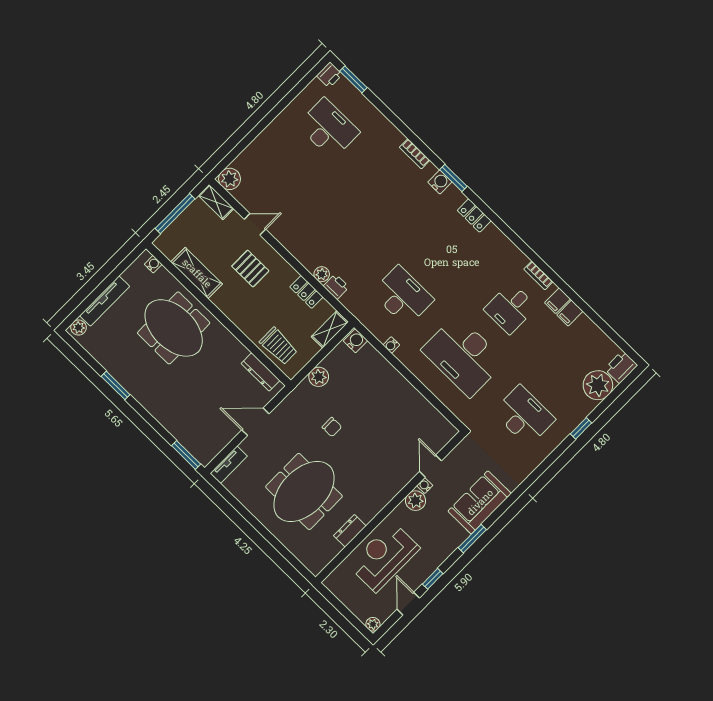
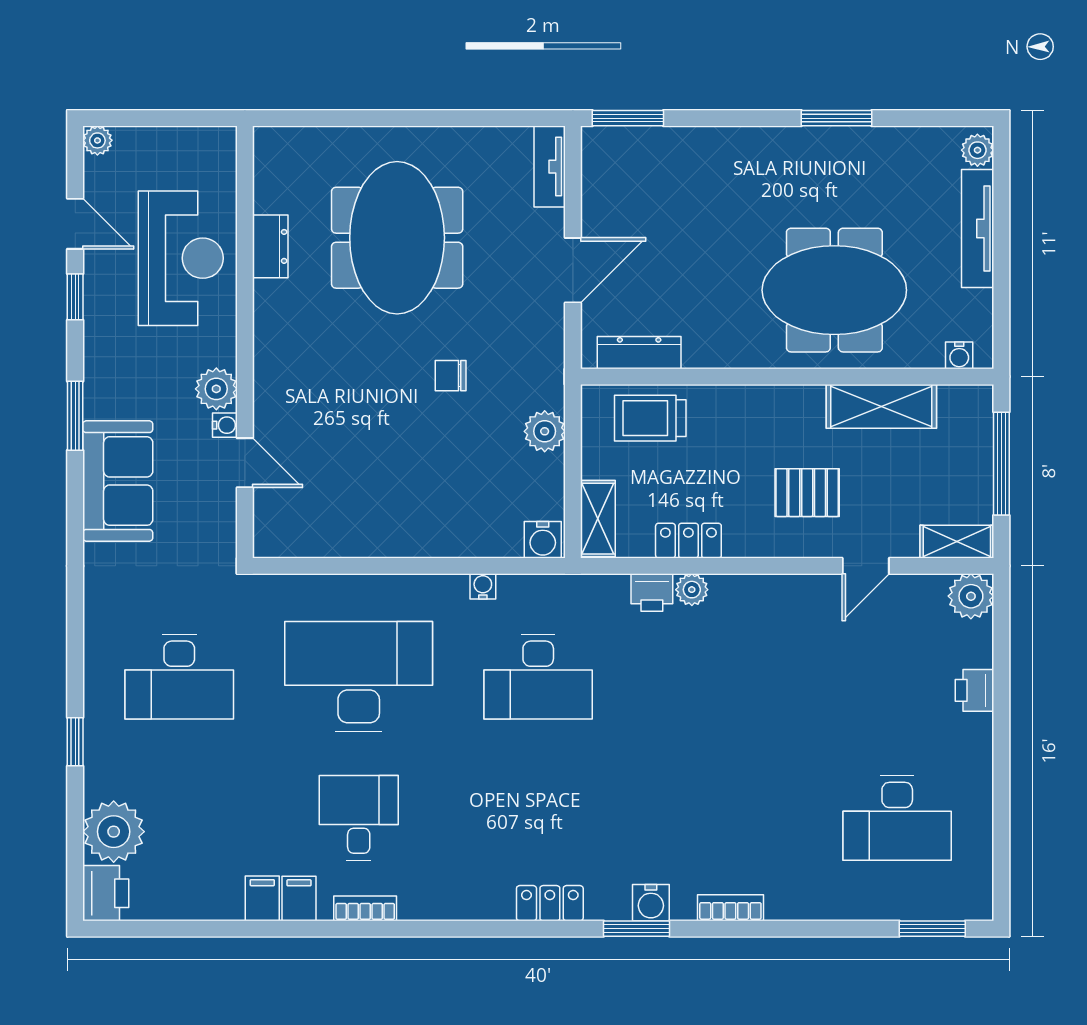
printer: (330, 75) -> (975, 690), moved

